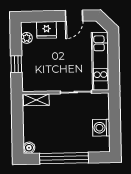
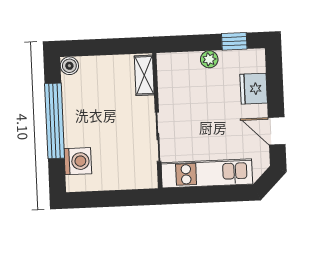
plant: (27, 38) -> (209, 59), moved
window: (16, 64) -> (234, 41), moved
washing machine: (101, 128) -> (78, 161), moved, turned 90

